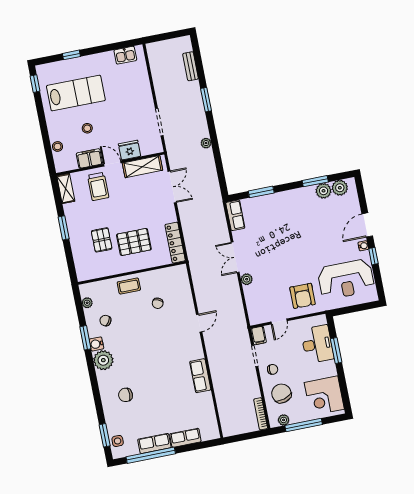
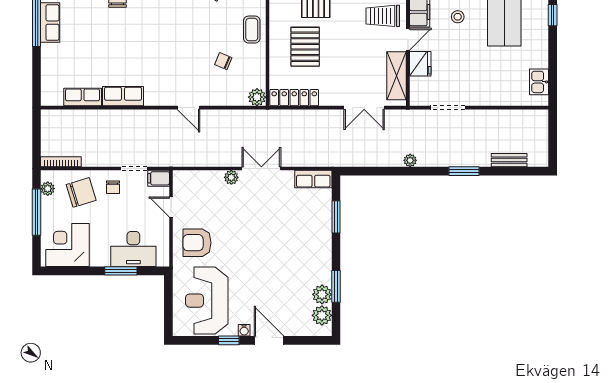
plant: (180, 272) -> (257, 97), added
row of seats: (185, 438) -> (83, 97), moved, turned -90

